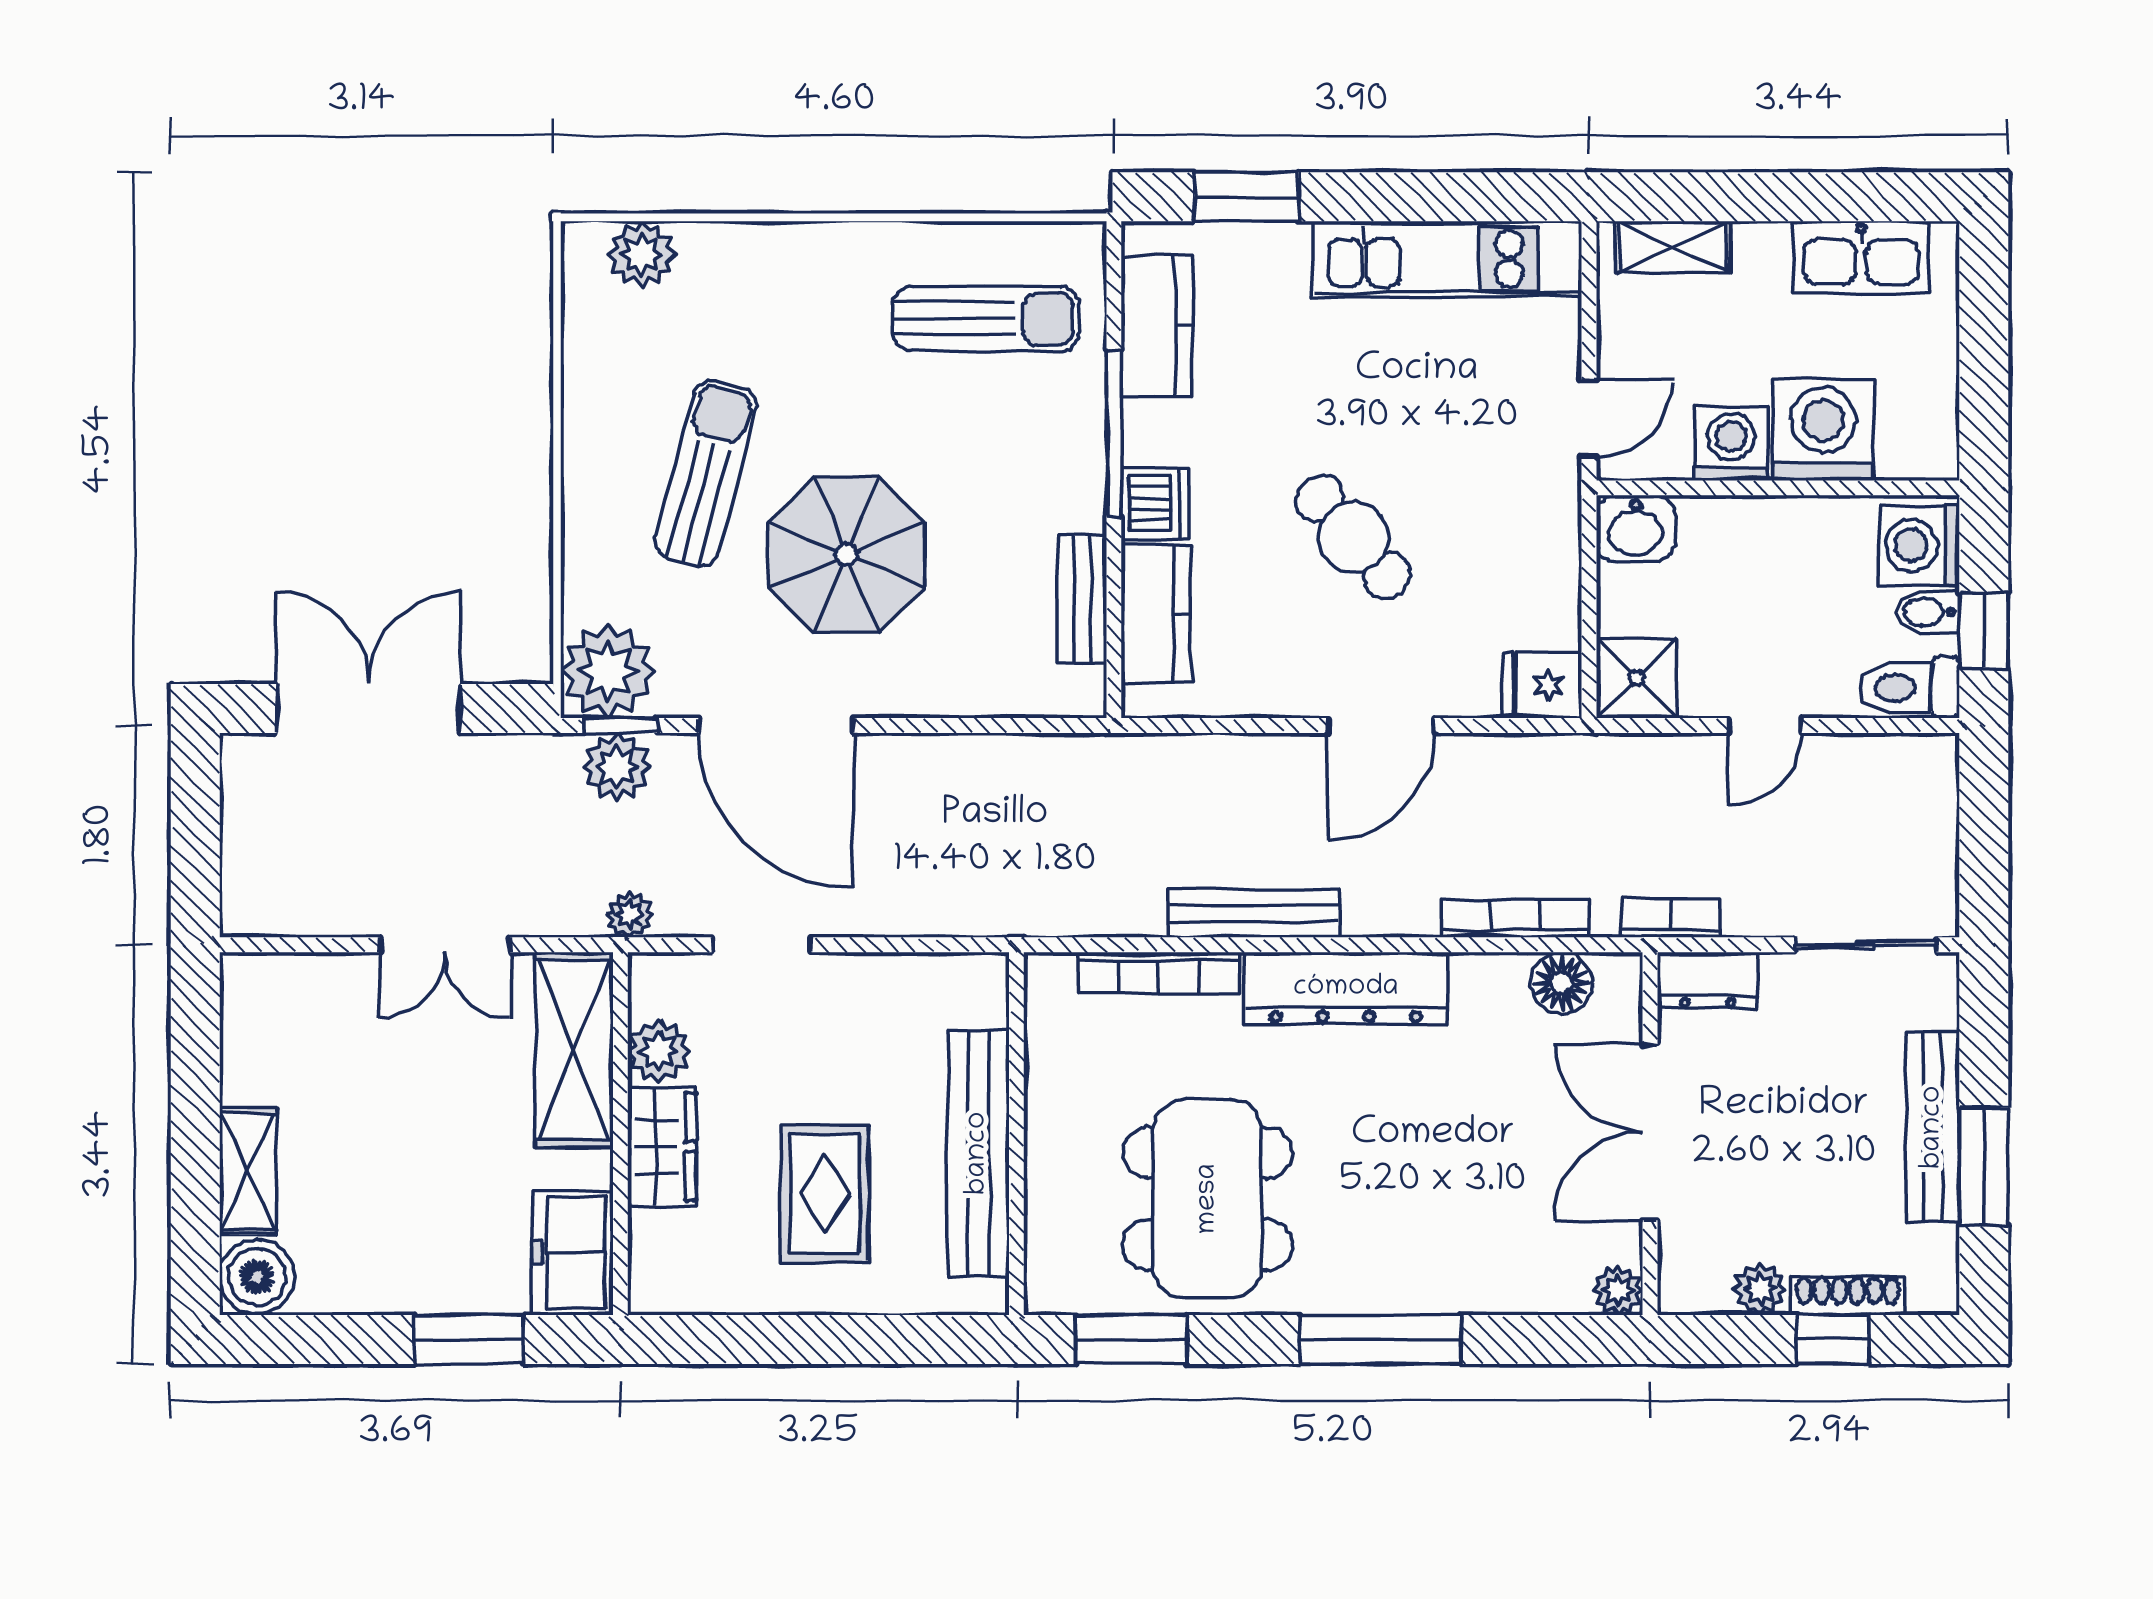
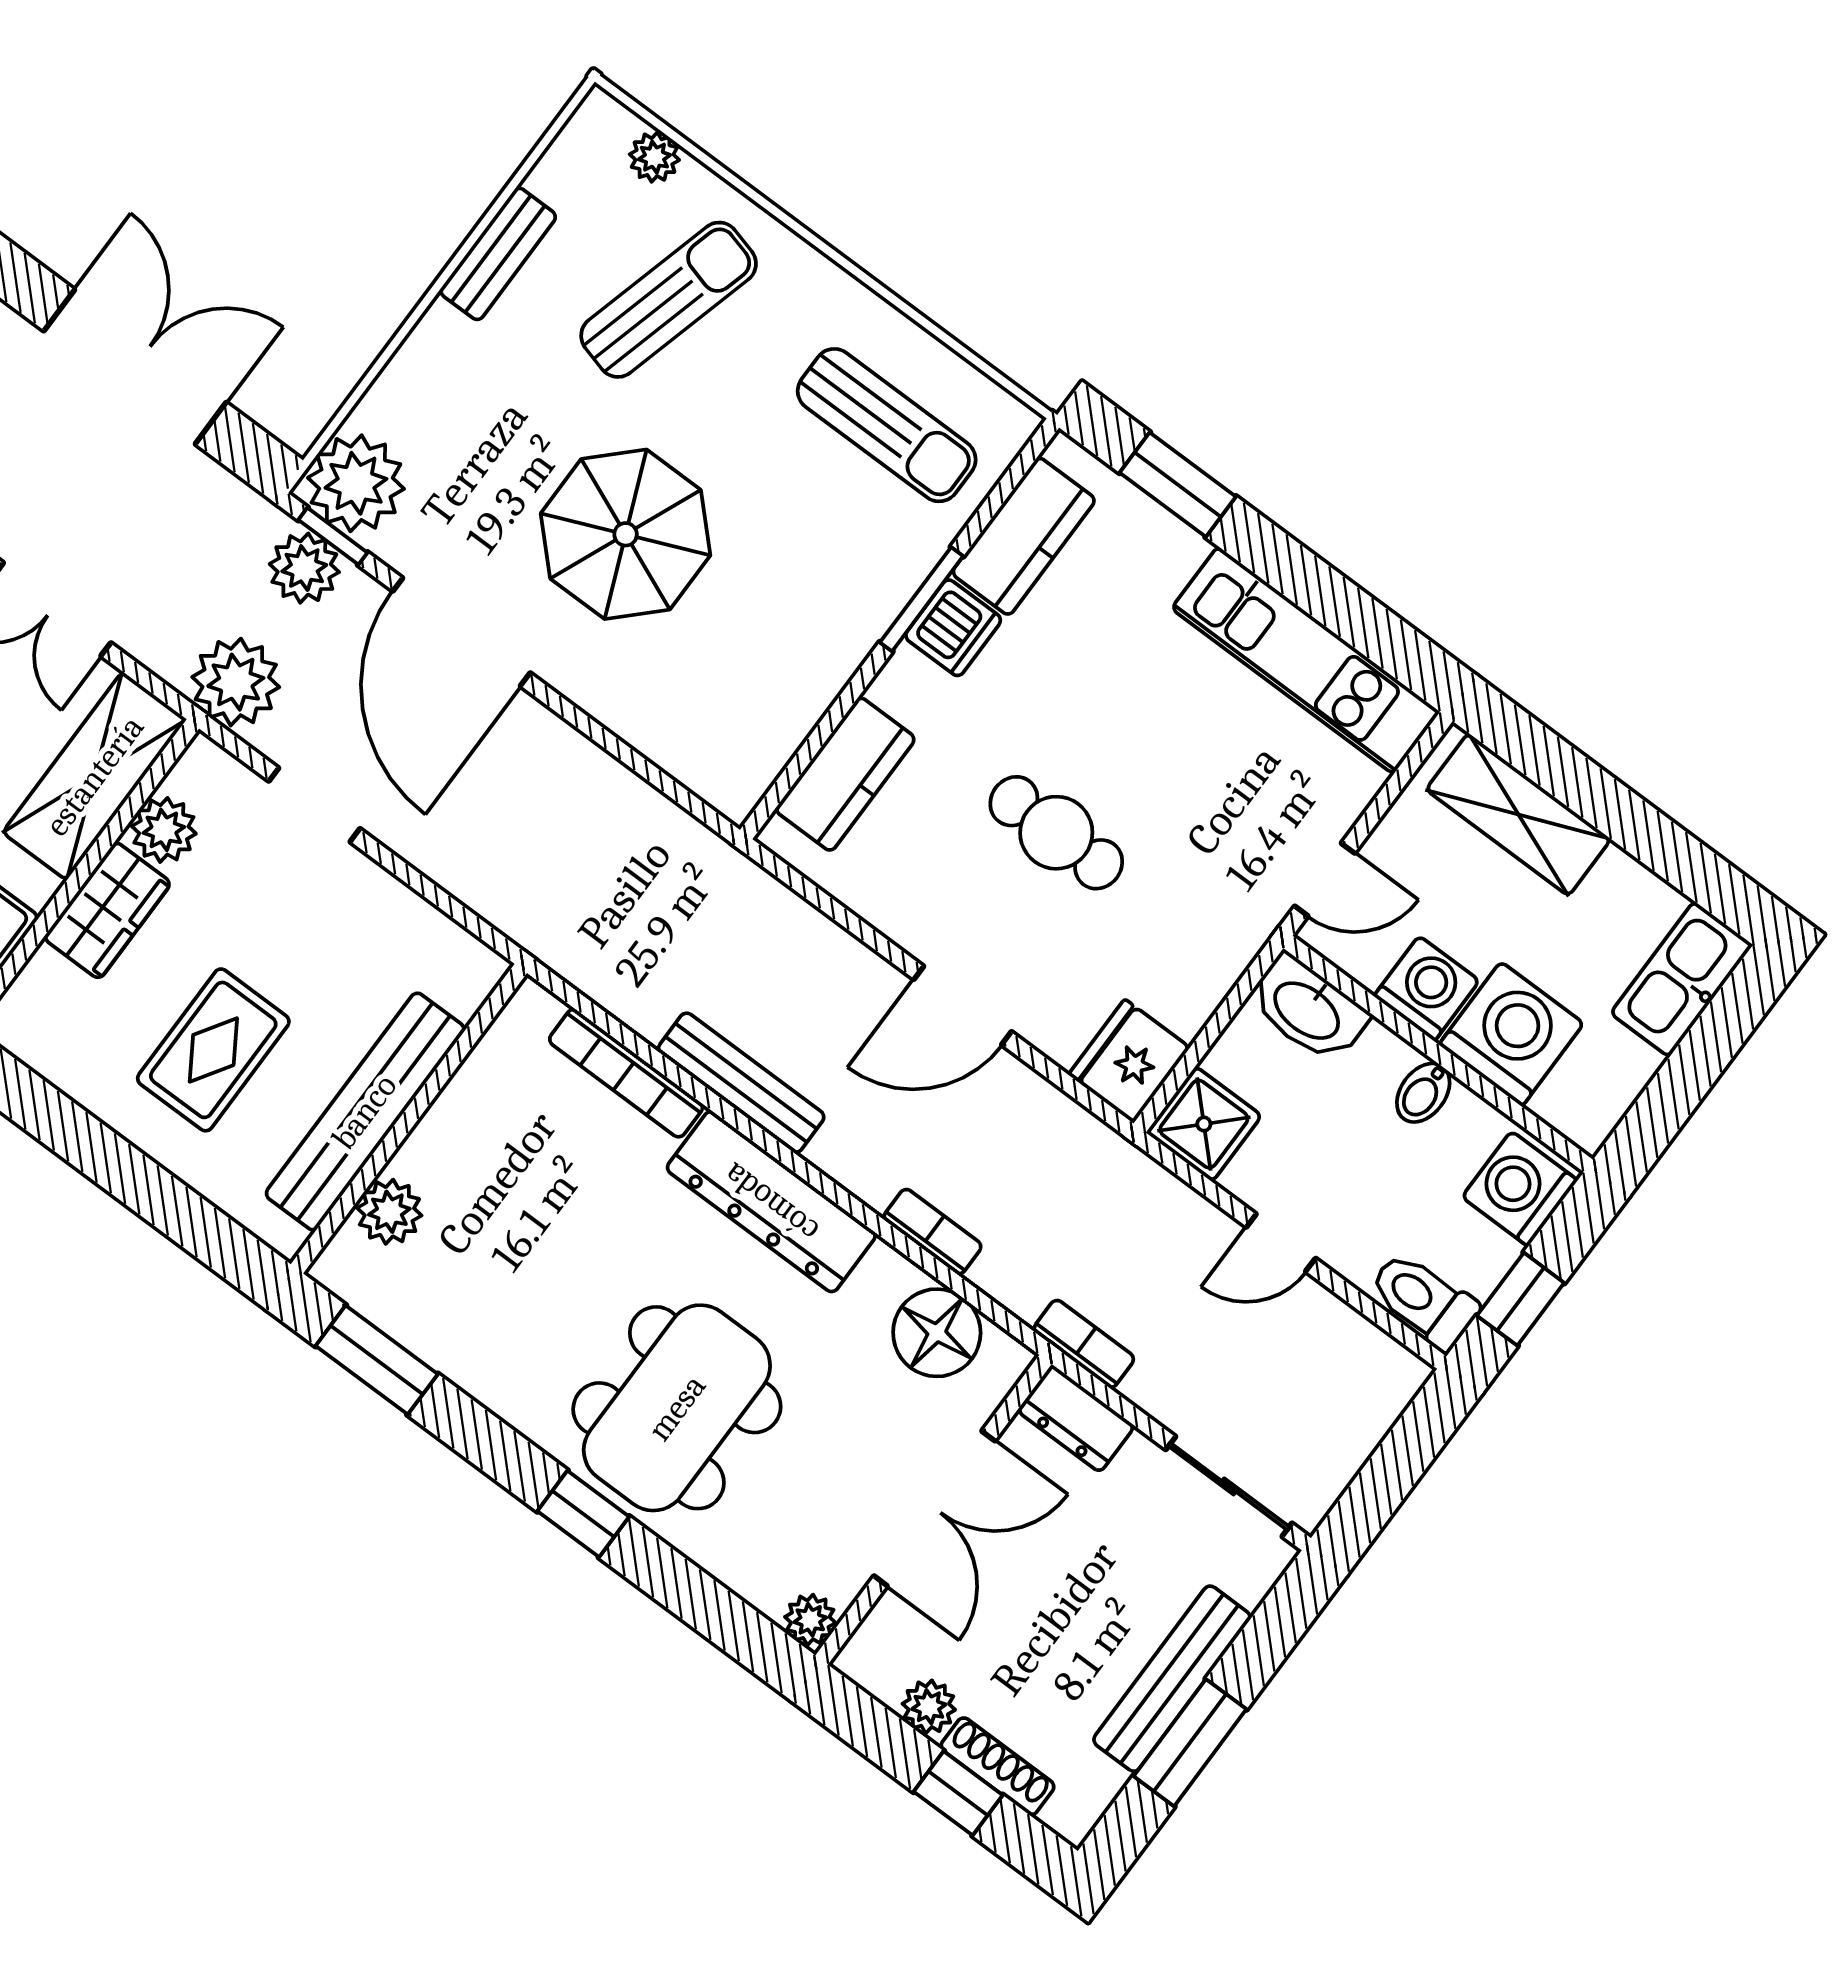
shelving: (1673, 247) -> (1518, 814), width x1.50, depth x1.33
plant: (642, 254) -> (654, 157), width x0.73, depth x0.73
kitchen sink: (1861, 257) -> (1682, 979), moved, turned 90
window: (1114, 434) -> (922, 599), width x0.69
sun lounger: (706, 473) -> (669, 300), moved
dishwasher: (1155, 504) -> (953, 628), moved
washbasin: (1636, 528) -> (1308, 1009), width x1.38
cafe table: (1353, 537) -> (1056, 833), turned -49
bench: (1082, 599) -> (498, 254), moved
bidet: (1928, 612) -> (1423, 1093), moved, turned -90
fridge: (1542, 685) -> (1129, 1061), width x1.38
plant: (629, 915) -> (236, 682), width x1.87, depth x1.87
bookcase: (1515, 918) -> (932, 1232), width x0.64
floor lamp: (1562, 983) -> (937, 1333), width x1.38, depth x1.38
double door: (1650, 1132) -> (935, 1508), swing flipped
dining table: (1208, 1199) -> (677, 1408), moved
plant: (1055, 1217) -> (389, 1212), added
window: (1380, 1340) -> (583, 1514), width x0.46

